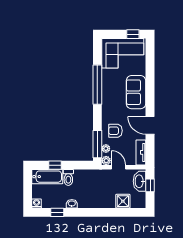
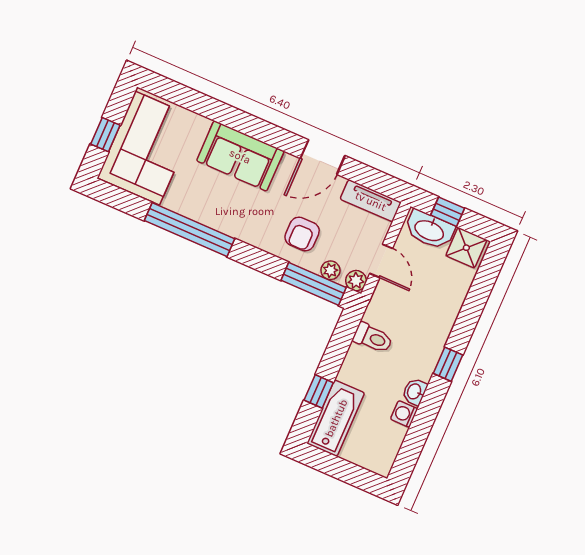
window: (133, 34) -> (105, 135), moved
door: (119, 167) -> (381, 261), swing flipped
toilet: (68, 177) -> (373, 338), moved
shower: (123, 201) -> (466, 248), moved
washing machine: (37, 203) -> (404, 414), moved
window: (57, 212) -> (448, 364), moved

